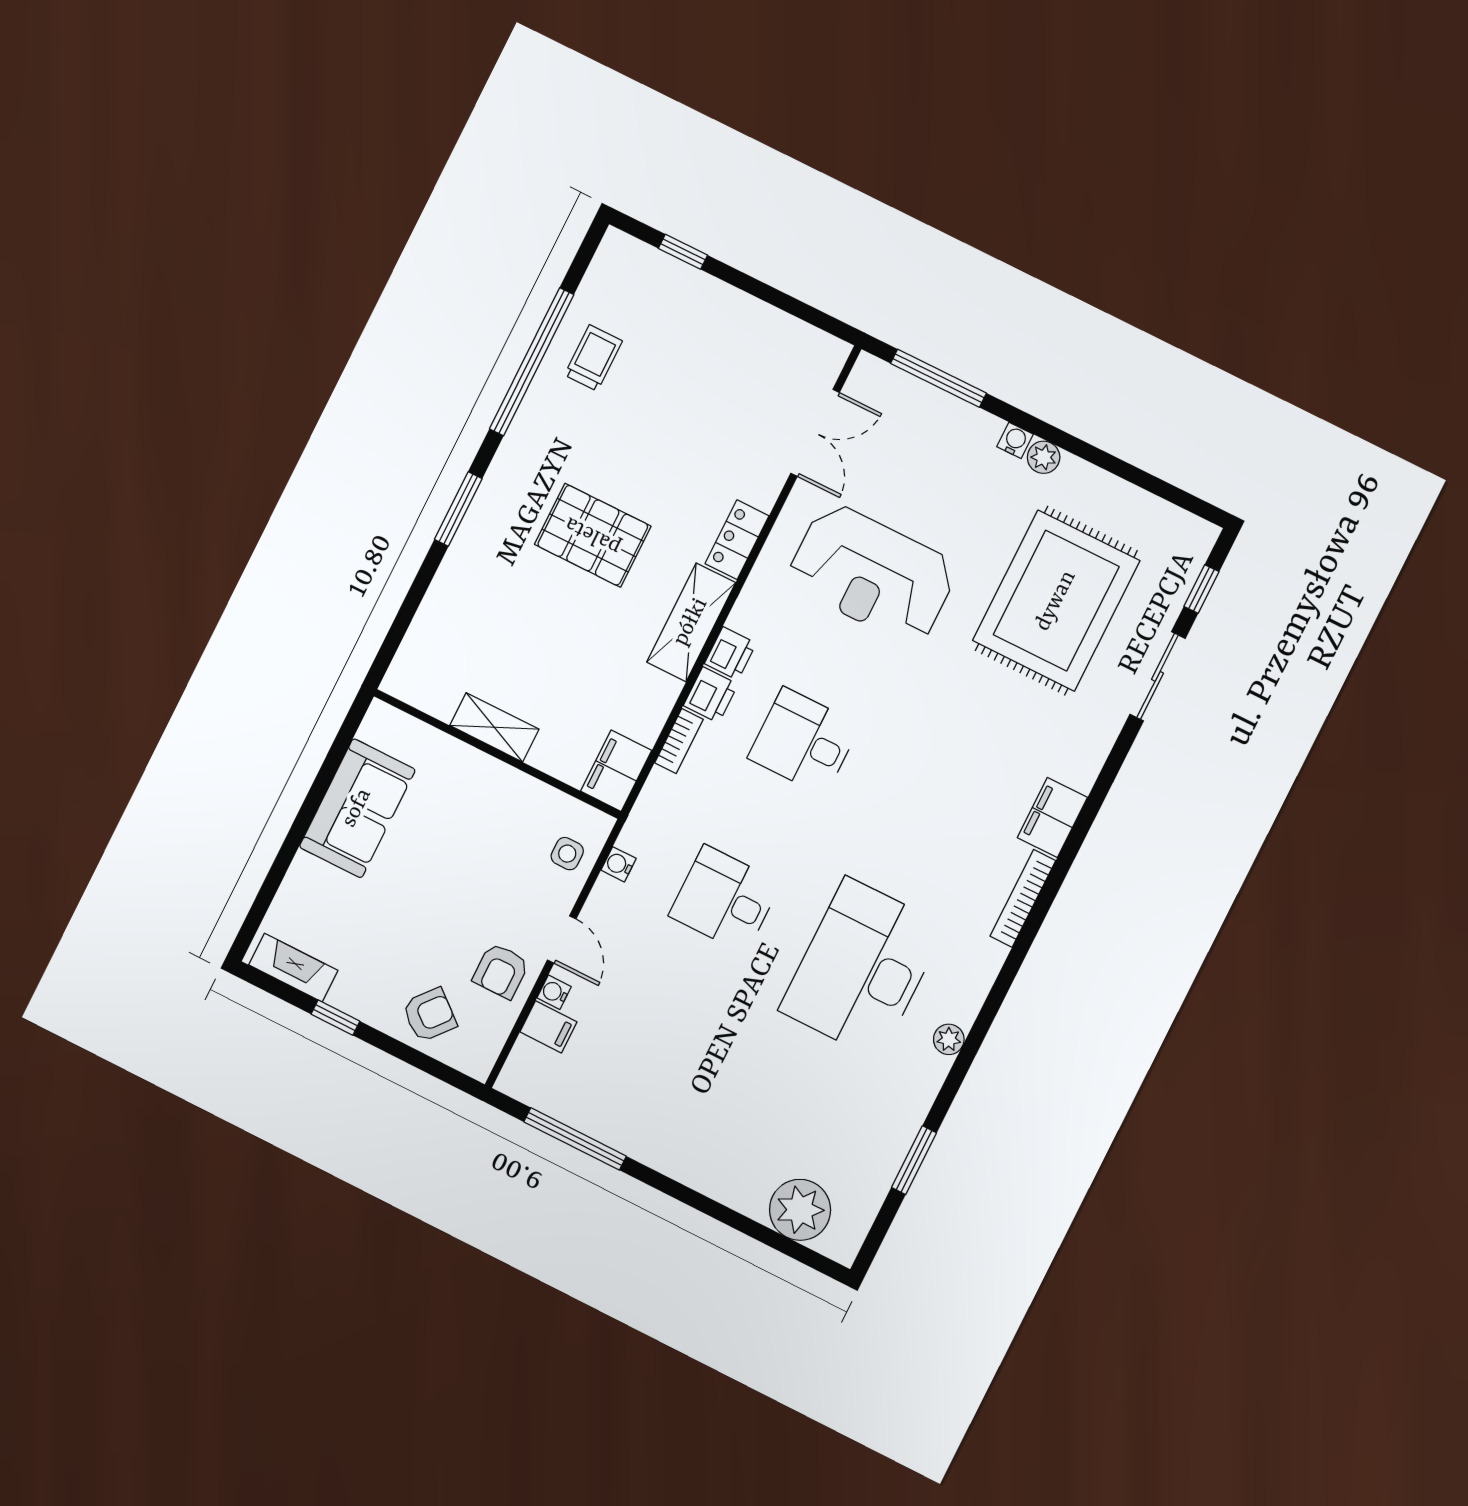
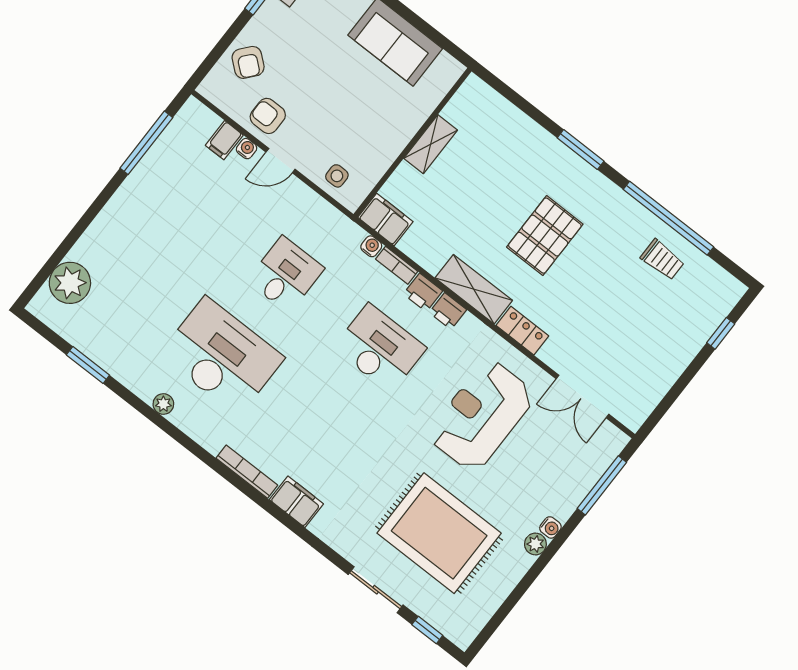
desk: (804, 741) -> (380, 348), width x1.37
water cooler: (619, 864) -> (371, 246), moved

